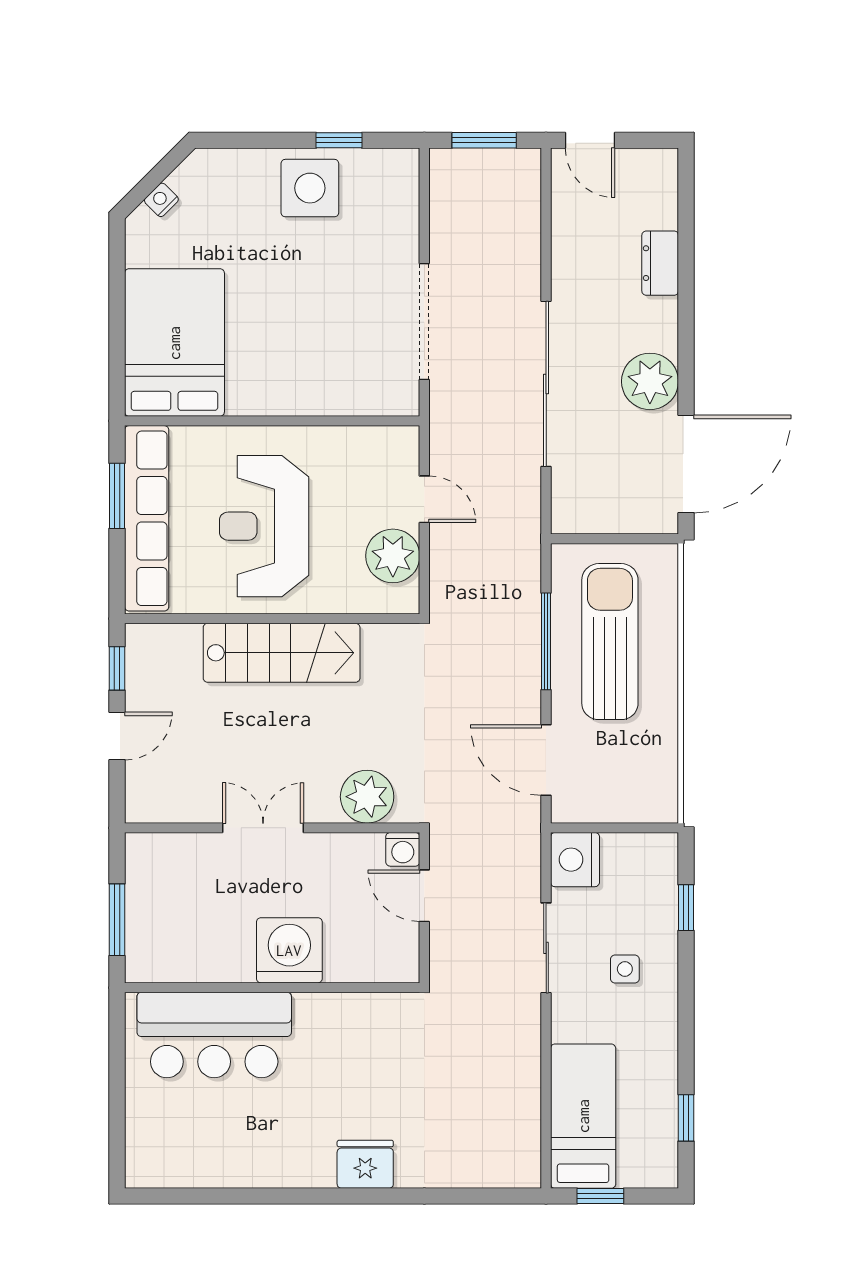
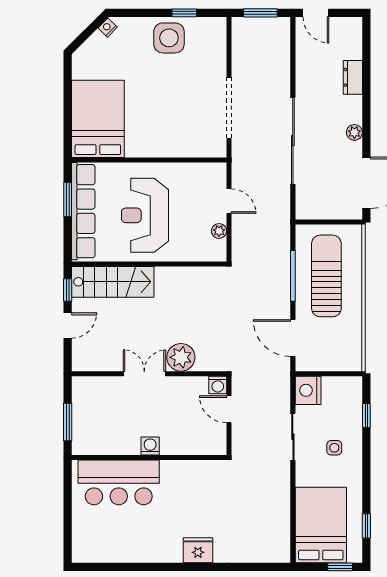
nightstand: (161, 200) -> (108, 28), moved
plant: (650, 381) -> (354, 132), width x0.53, depth x0.53
plant: (393, 556) -> (219, 231), width x0.53, depth x0.53
stairs: (282, 653) -> (113, 282), moved
plant: (367, 797) -> (181, 357), moved
washing machine: (289, 950) -> (150, 446), width x0.53, depth x0.53
bed: (583, 1116) -> (321, 525), width x1.50
window: (600, 1196) -> (340, 567), moved

